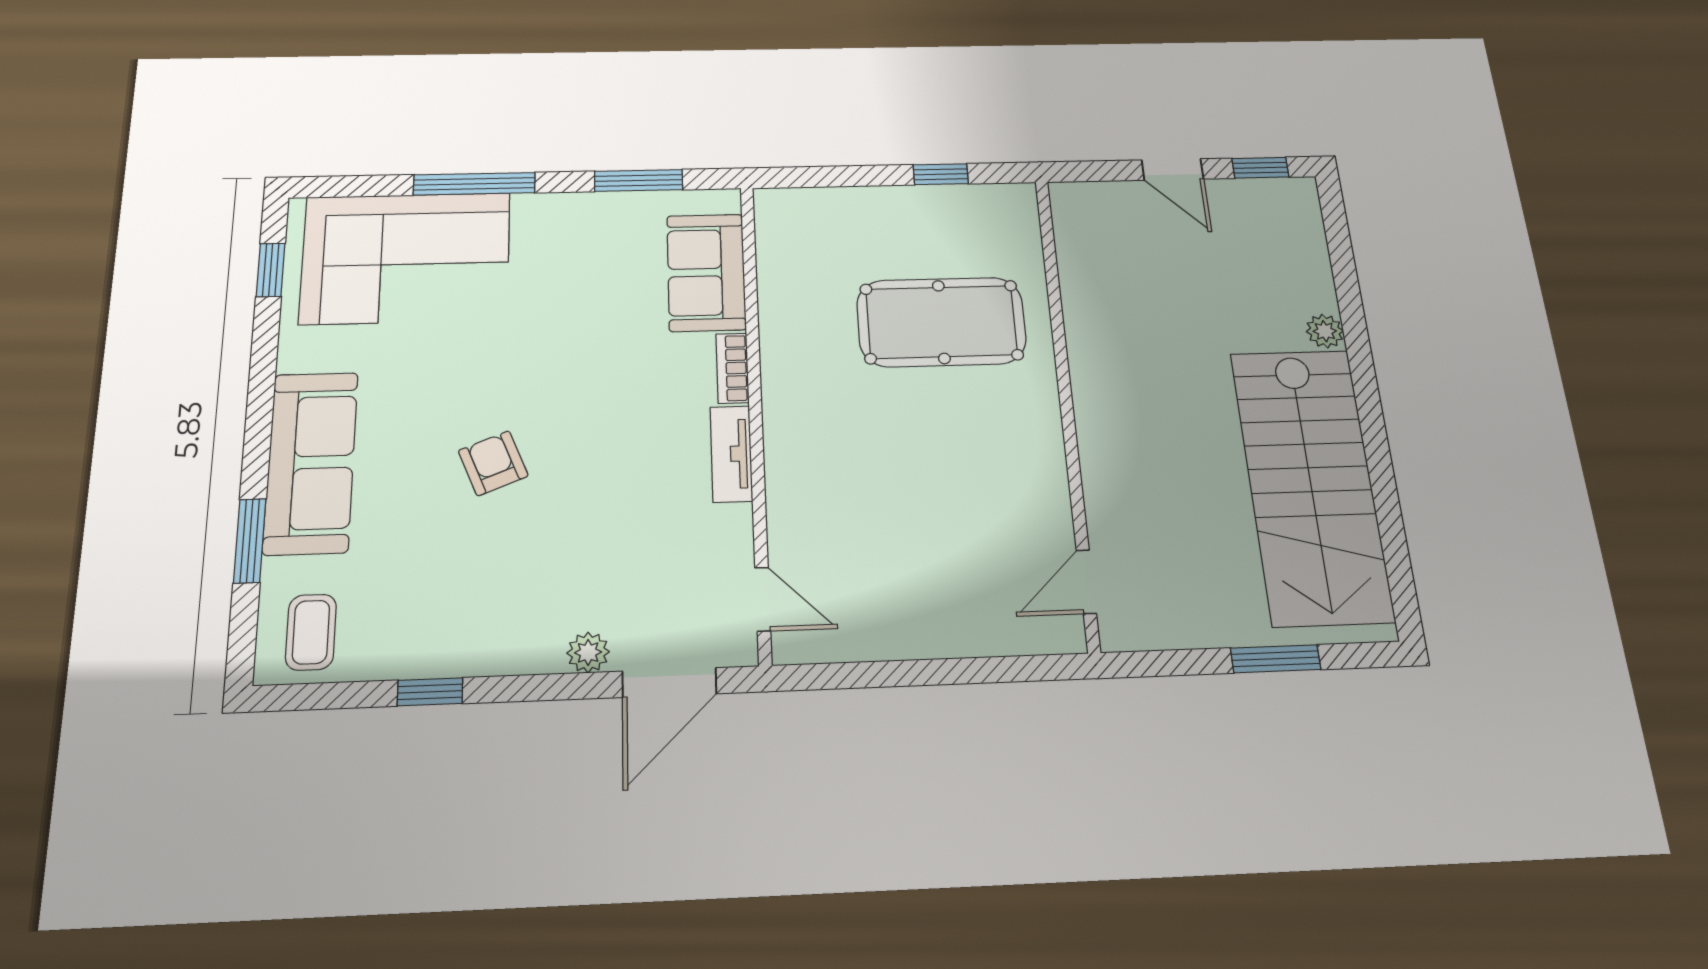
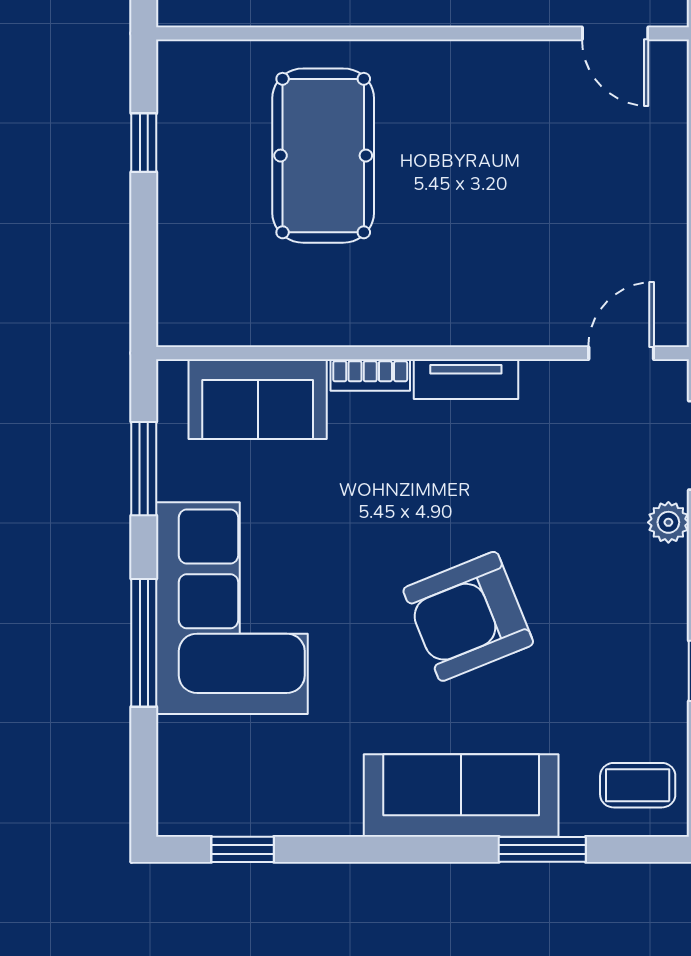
corner sofa: (406, 258) -> (232, 608), moved
armchair: (493, 463) -> (468, 616), width x1.88, depth x1.88

